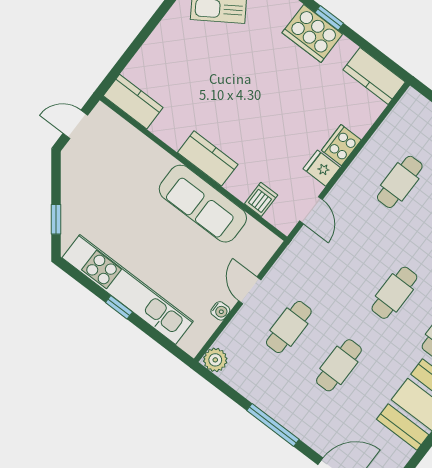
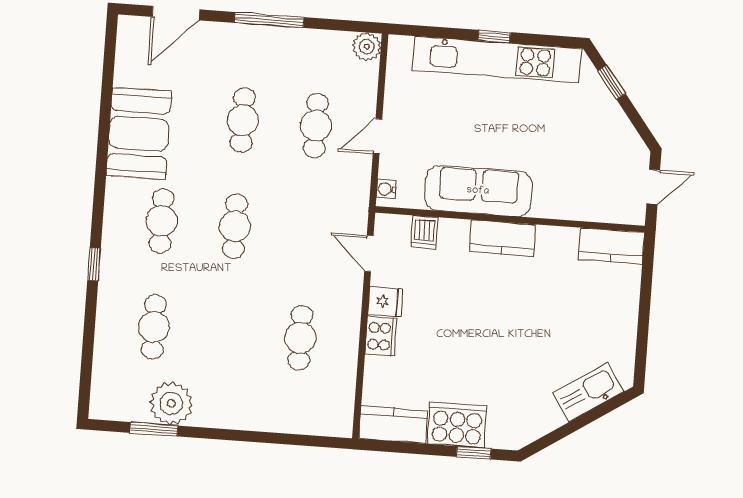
cooker: (312, 34) -> (457, 425), moved
door: (250, 290) -> (377, 136), swing flipped
water cooler: (220, 311) -> (386, 189), moved

